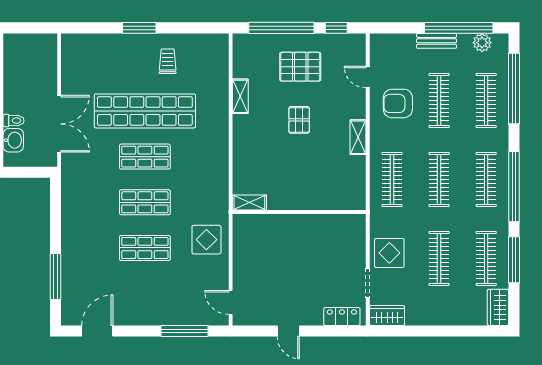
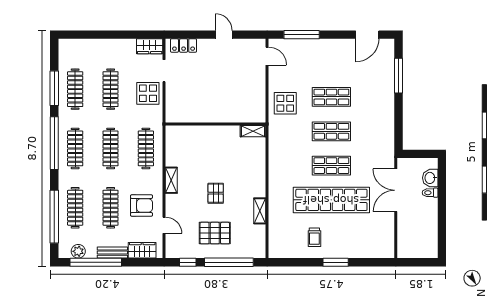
wardrobe: (498, 307) -> (142, 250), moved, turned -90

